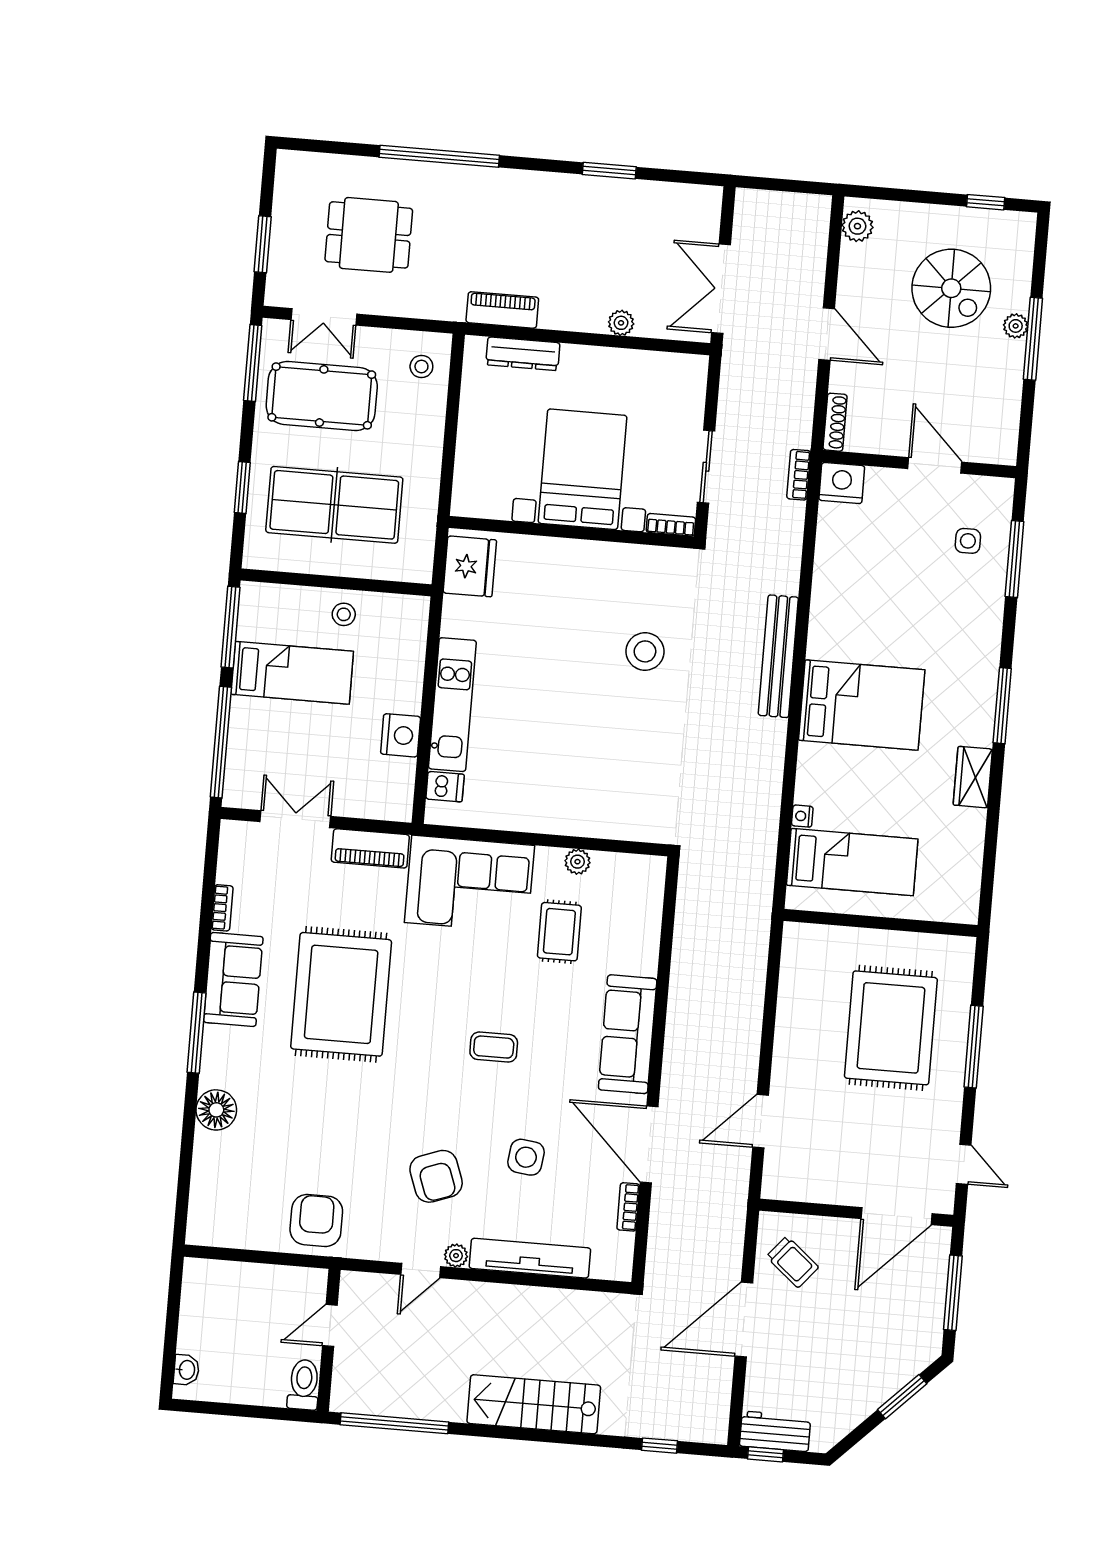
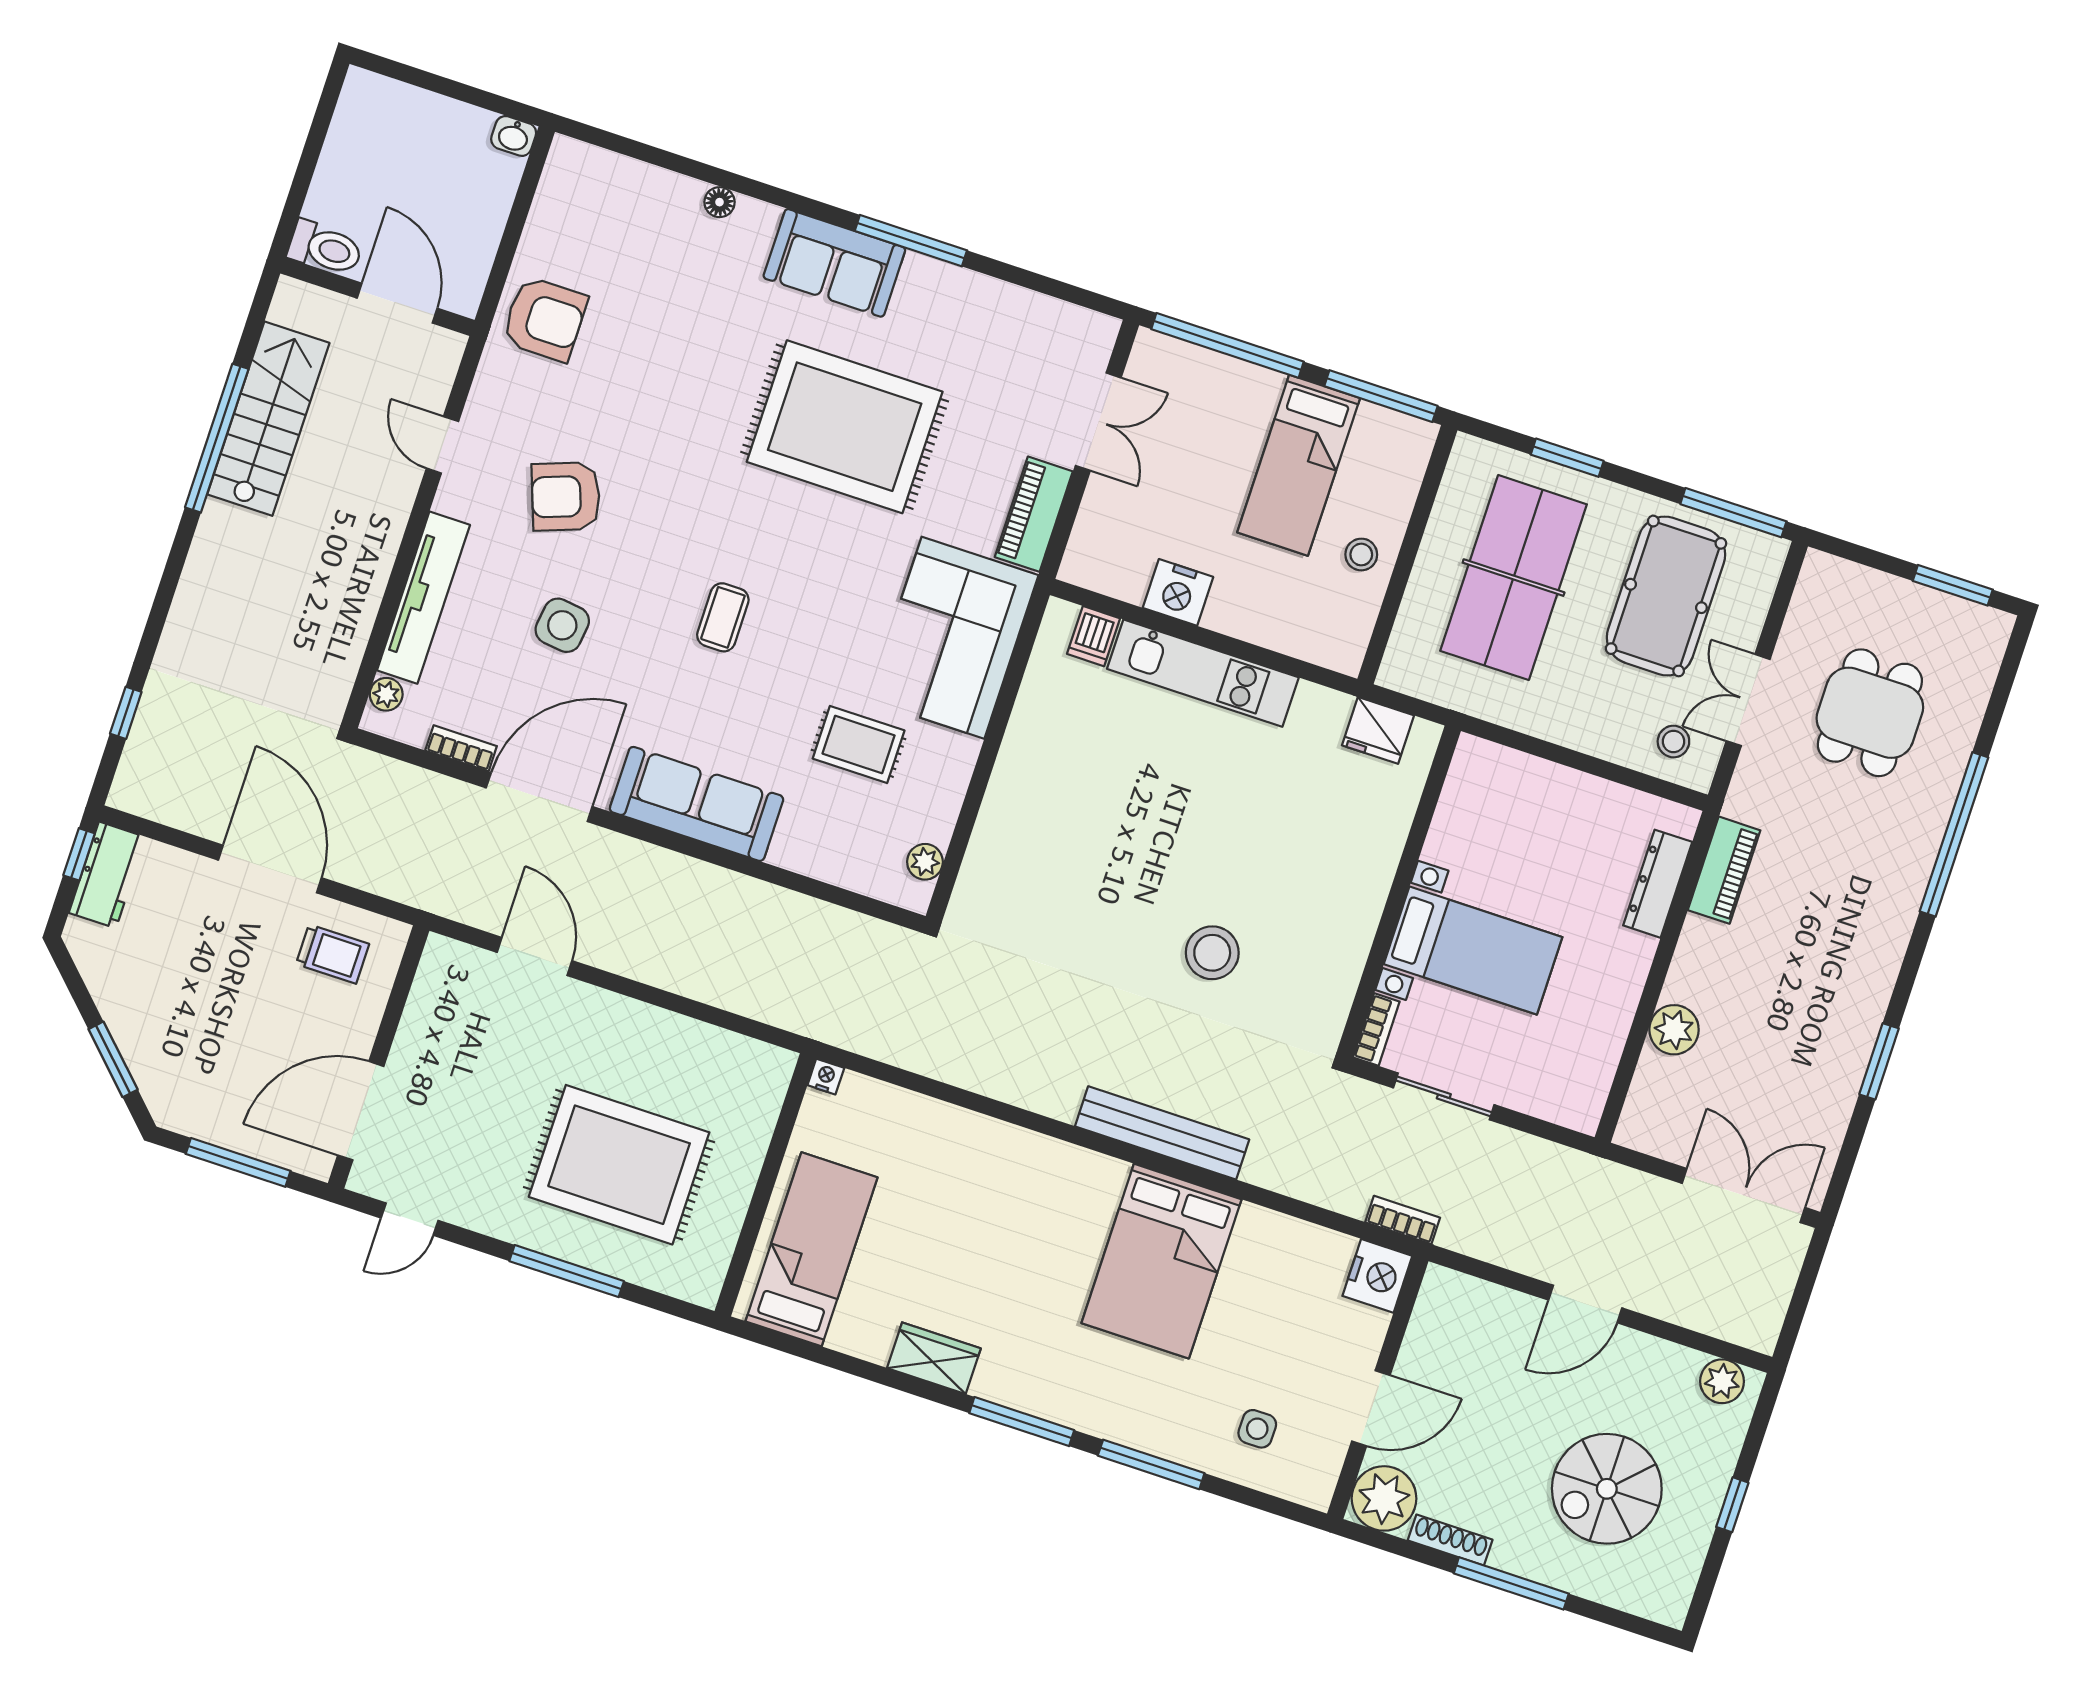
window: (986, 202) -> (1732, 1505), moved
window: (263, 244) -> (1953, 585), moved
double door: (721, 289) -> (1743, 1195), moved
double door: (324, 317) -> (1748, 700), moved
plant: (621, 323) -> (1674, 1030), width x1.38, depth x1.38
plant: (1016, 326) -> (1384, 1498), moved, width x1.88, depth x1.88
shoe rack: (835, 422) -> (1450, 1540), moved, turned 180
bed with nightstands: (583, 469) -> (1473, 951), width x0.73
window: (1014, 559) -> (1151, 1464), moved
fridge: (470, 566) -> (1378, 730), width x0.73, depth x0.75
bed: (862, 705) -> (1161, 1261), moved
nightstand: (802, 816) -> (826, 1077), moved
plant: (577, 862) -> (925, 862), moved
bed: (852, 862) -> (812, 1249), moved, turned 180
bookcase: (222, 908) -> (1001, 293), removed
sofa: (233, 979) -> (834, 263), moved
window: (196, 1033) -> (911, 241), moved
floor lamp: (216, 1110) -> (720, 202), width x0.53, depth x0.53
door: (896, 1216) -> (361, 1111), hinge flipped
plant: (456, 1256) -> (386, 694), moved
trolley: (792, 1262) -> (333, 954), turned -130
door: (330, 1326) -> (397, 303), width x1.38
washbasin: (186, 1370) -> (514, 136), moved
stairs: (534, 1404) -> (268, 419), moved
window: (394, 1423) -> (217, 438), moved

